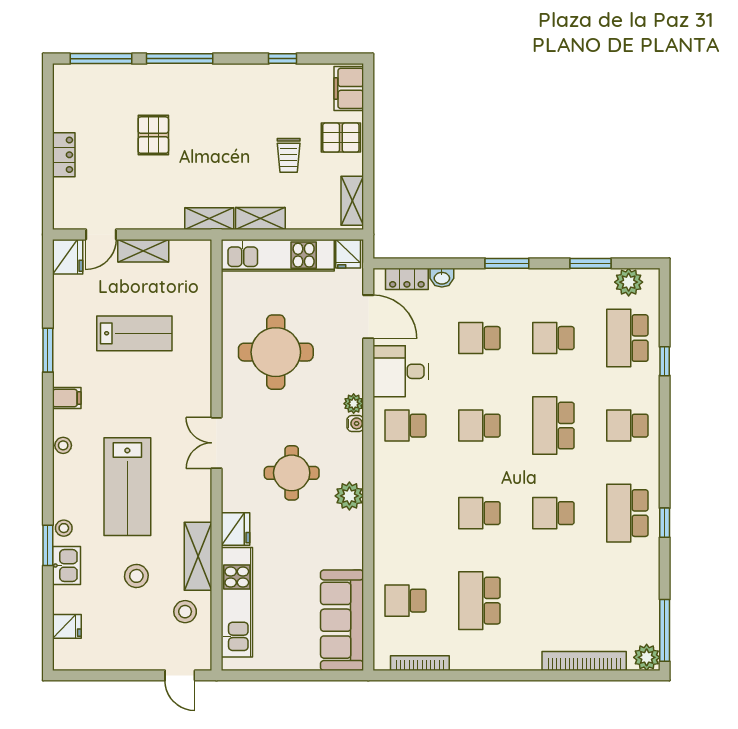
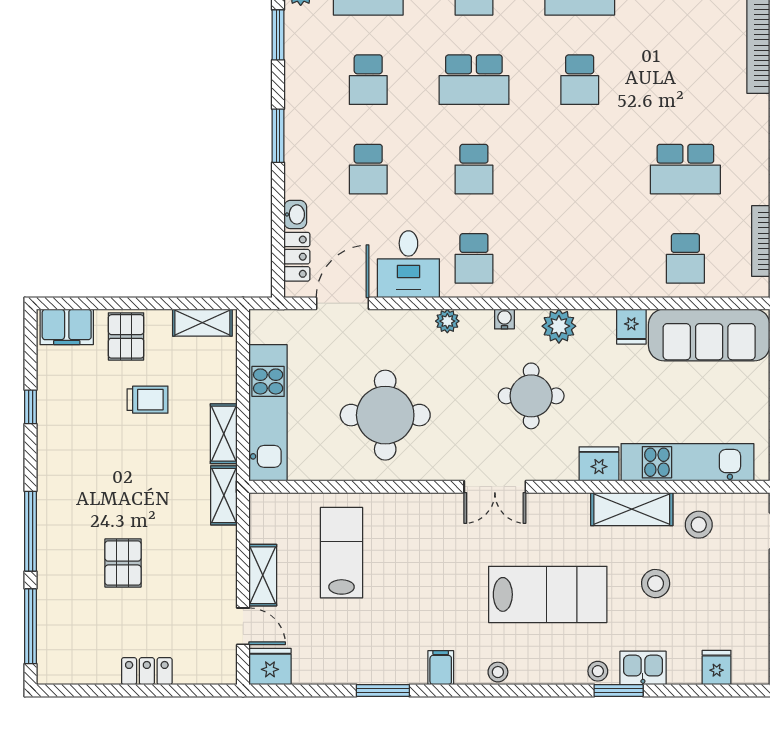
pallet: (153, 135) -> (123, 563), turned 90
fridge: (348, 254) -> (631, 327), moved, turned 90
lab bench: (134, 333) -> (342, 553), moved
water cooler: (355, 423) -> (504, 319), moved
school desk: (479, 513) -> (580, 169), removed

